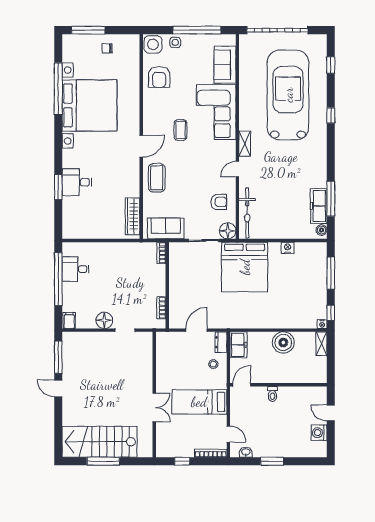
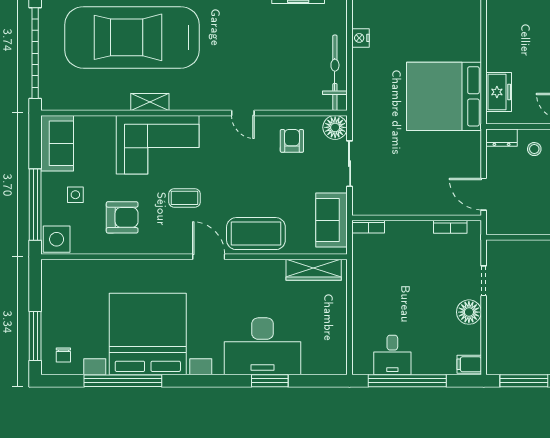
window: (197, 30) -> (35, 205), moved
side table: (175, 42) -> (75, 195), moved
chair: (107, 48) -> (63, 355), moved
sofa: (225, 65) -> (57, 143), moved, turned -90
armchair: (159, 77) -> (122, 217), moved
shelving: (245, 144) -> (150, 102), moved
coffee table: (157, 178) -> (256, 234), width x1.36, depth x1.32
desk: (77, 182) -> (263, 346), width x1.87, depth x1.30
bicycle: (247, 213) -> (335, 73), moved, turned -90
bed: (245, 267) -> (444, 96), moved, turned 180
door: (196, 330) -> (484, 194), moved
boiler: (283, 342) -> (502, 44), removed
freezer: (238, 345) -> (499, 92), moved, turned 90

